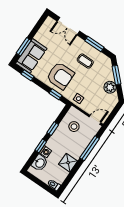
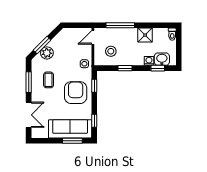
sofa: (31, 56) -> (70, 129), width x1.36
plant: (110, 87) -> (47, 53), moved
door: (95, 120) -> (93, 37), hinge flipped
window: (41, 146) -> (158, 68), moved

